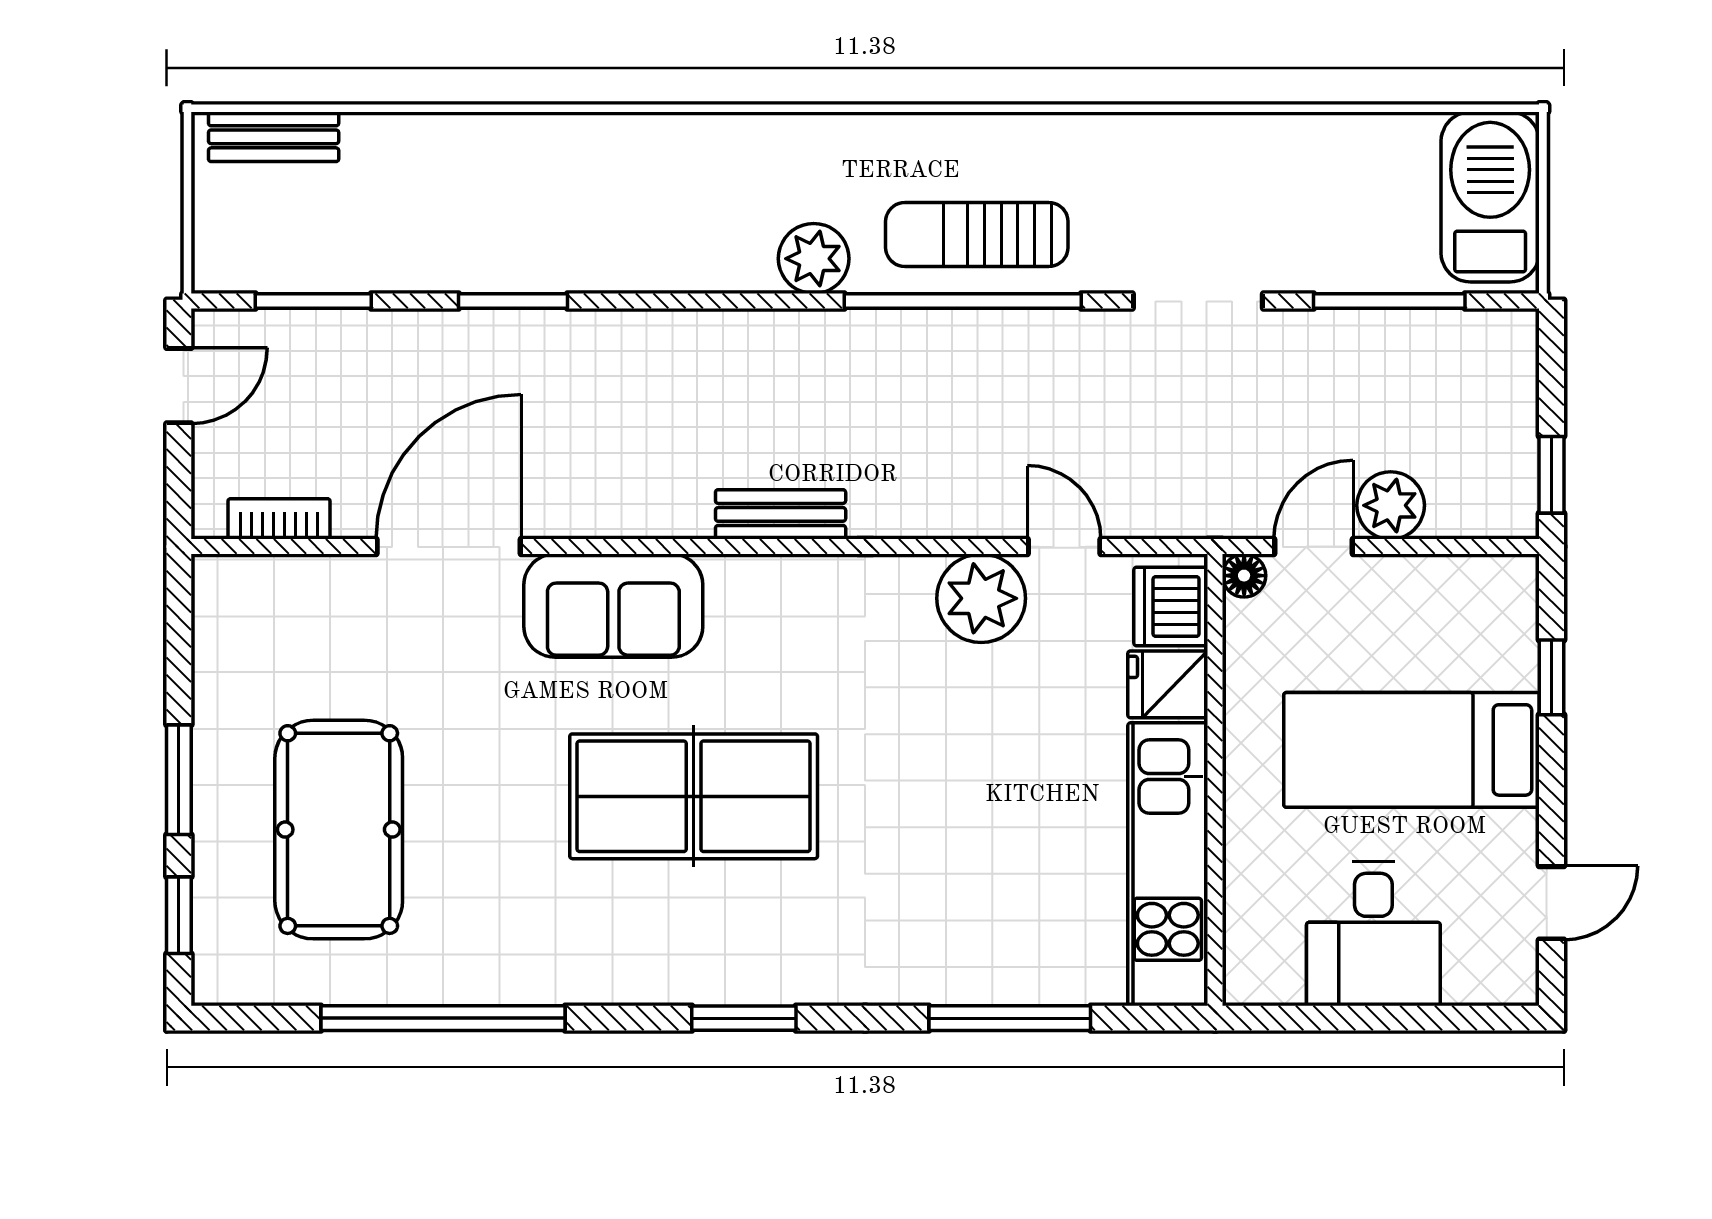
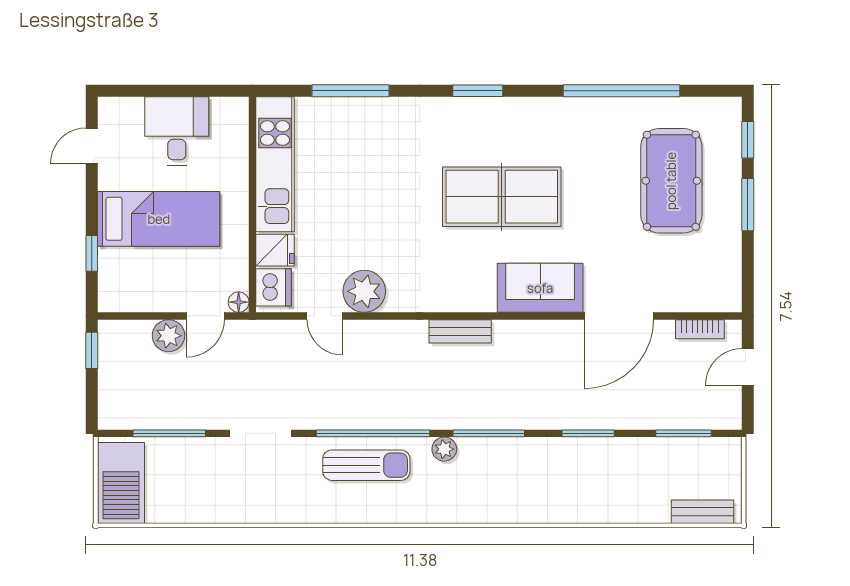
plant: (814, 259) -> (444, 449), width x0.73, depth x0.73
window: (721, 301) -> (489, 433), added
door: (179, 386) -> (748, 367), moved

